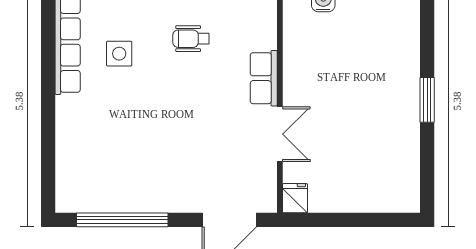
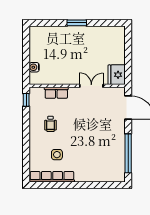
row of seats: (264, 78) -> (56, 93), moved
fridge: (295, 198) -> (117, 75), width x1.88, depth x1.34

